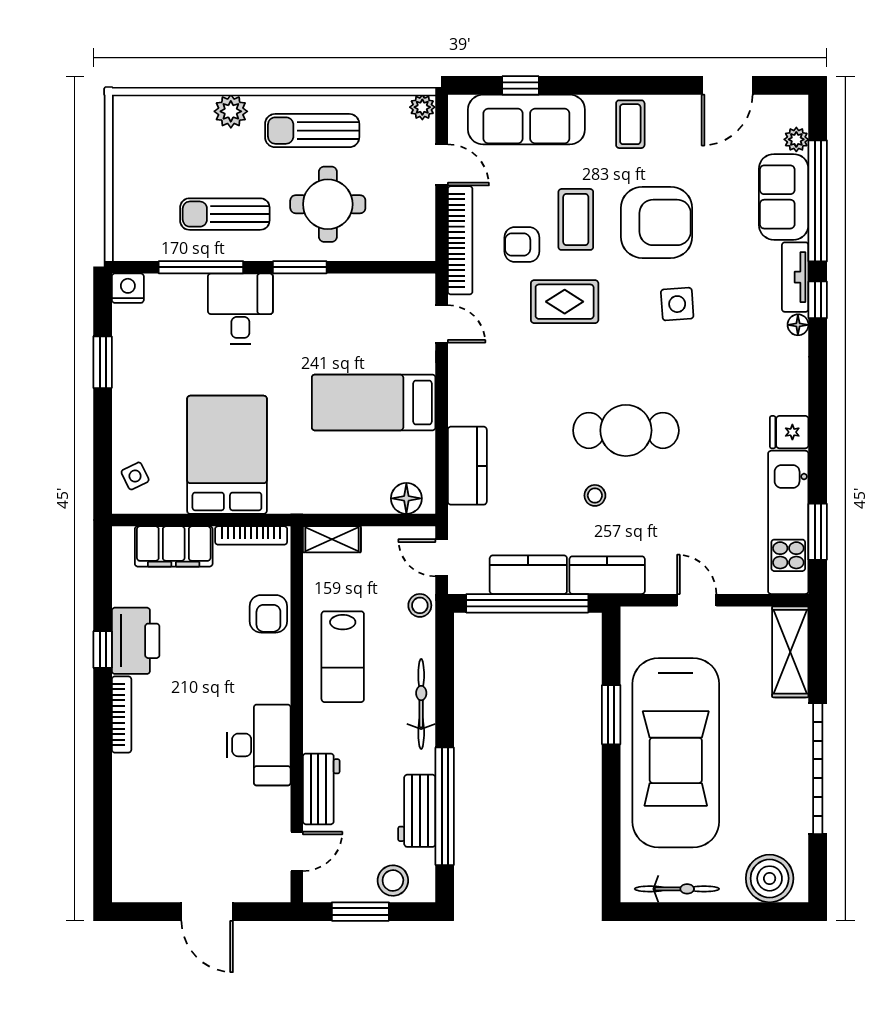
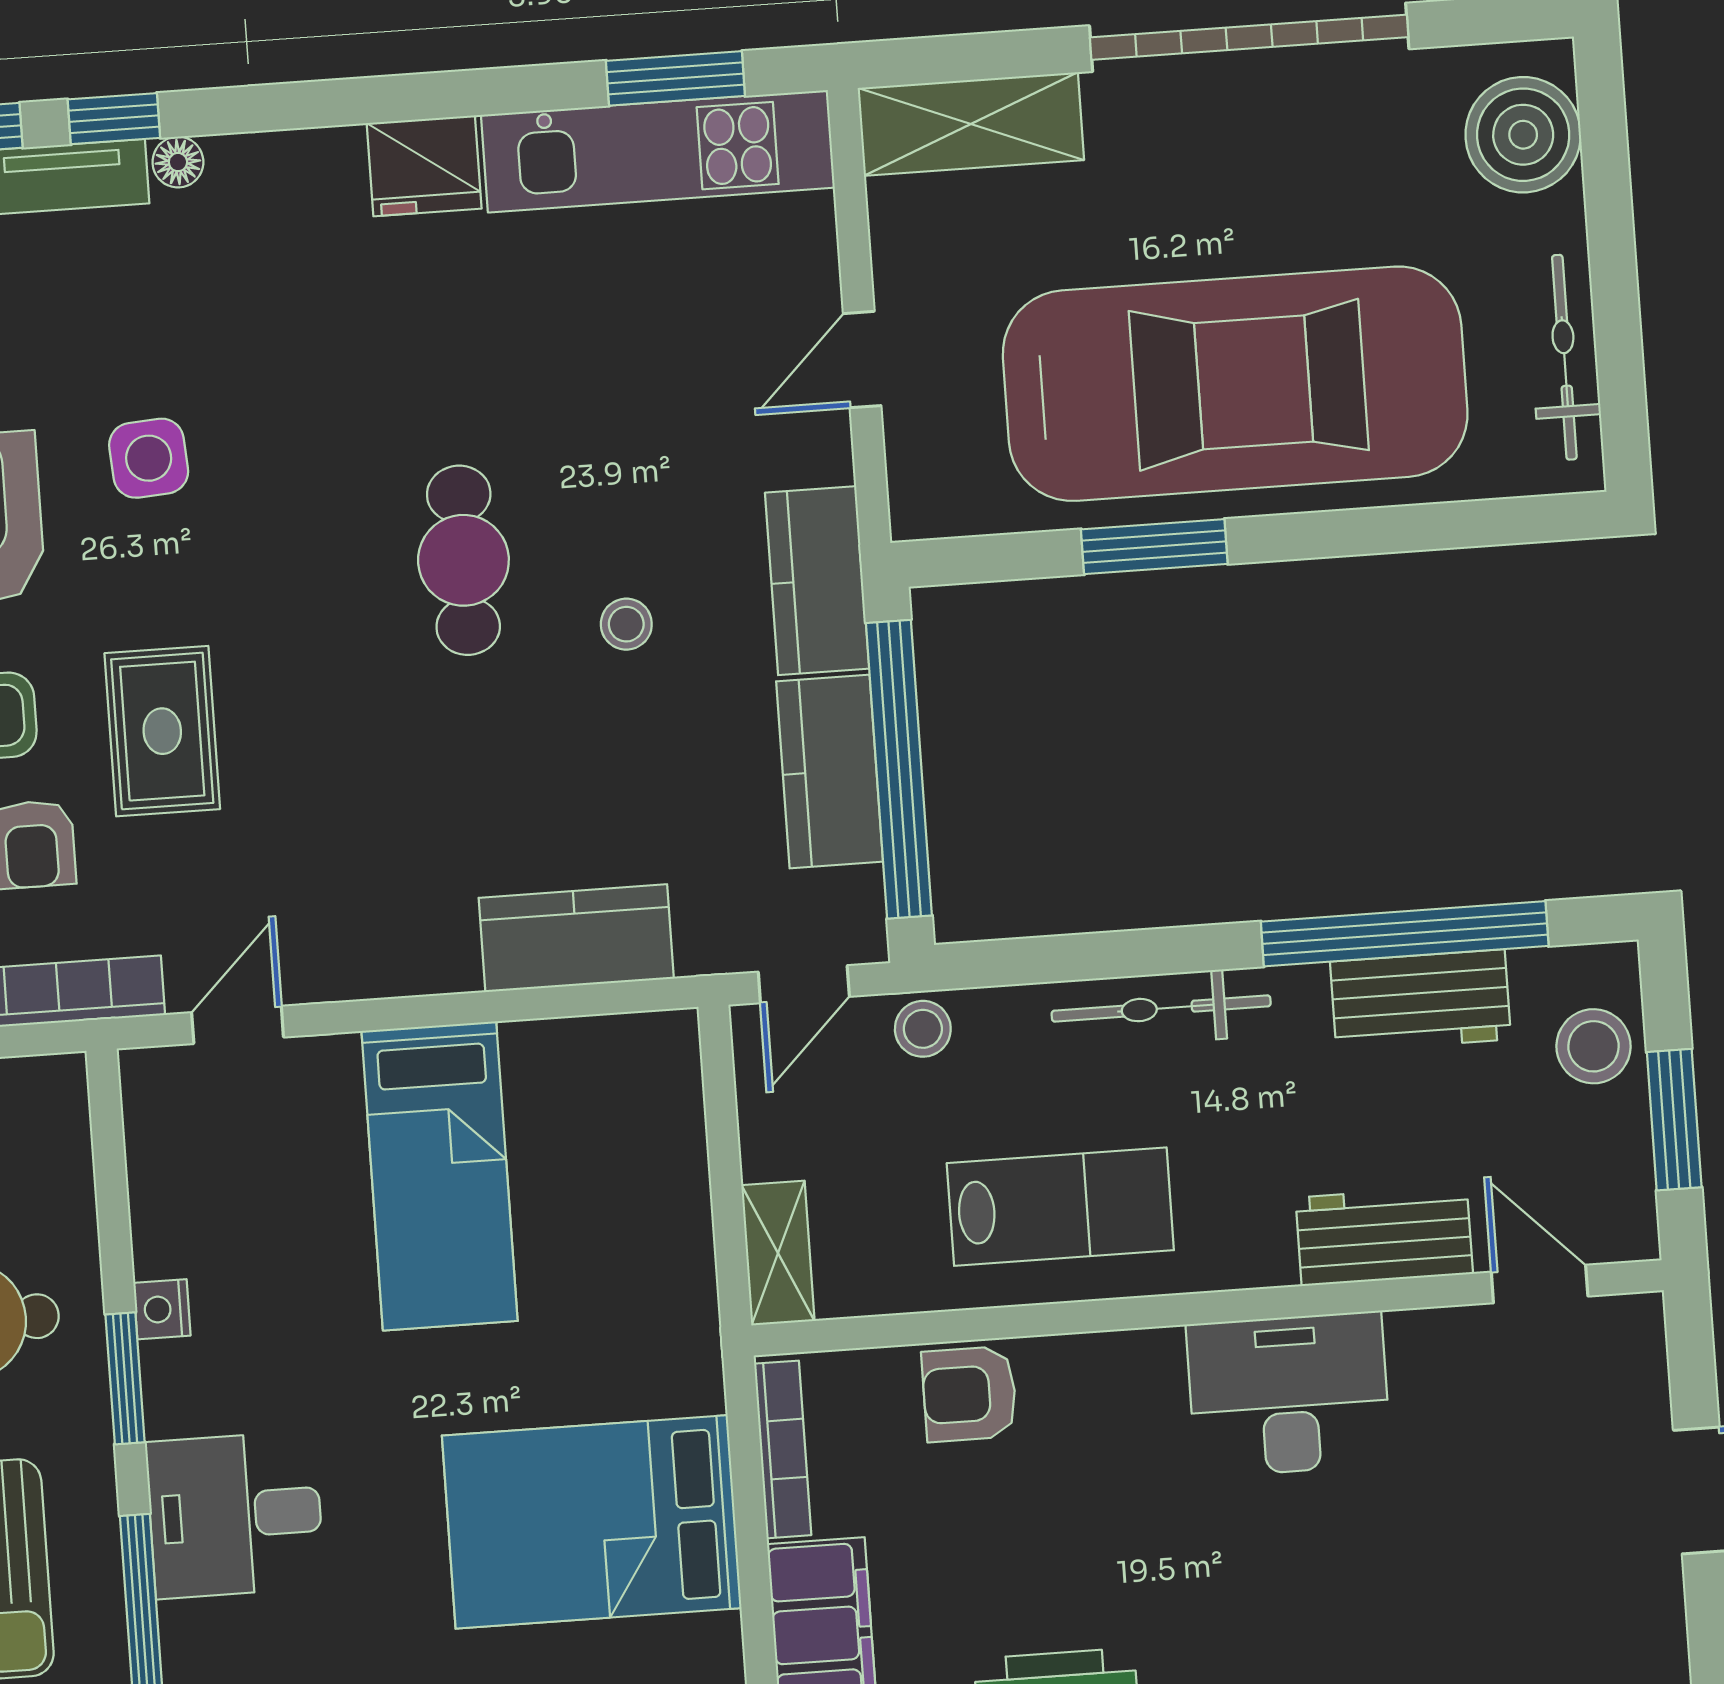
nightstand: (327, 284) -> (162, 1309), added
cafe table: (626, 430) -> (463, 560), width x0.73, depth x0.74
fridge: (789, 432) -> (424, 166), width x1.38
floor lamp: (406, 498) -> (666, 1080), removed
armchair: (268, 614) -> (969, 1394), turned 180

